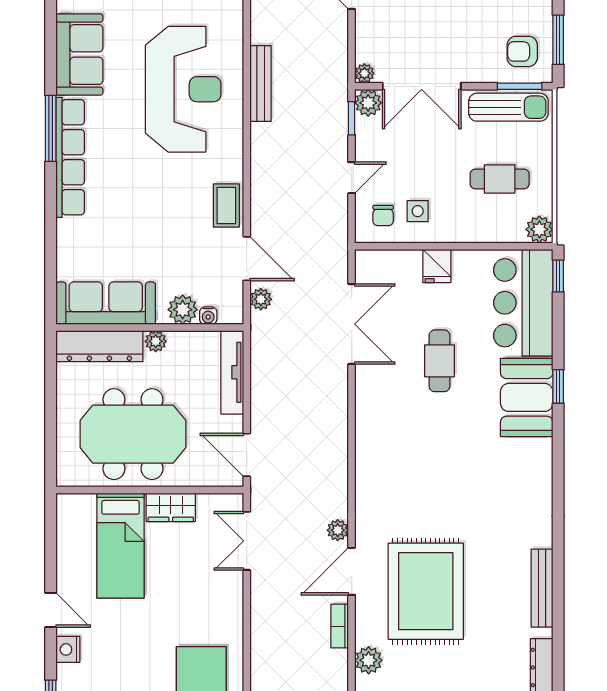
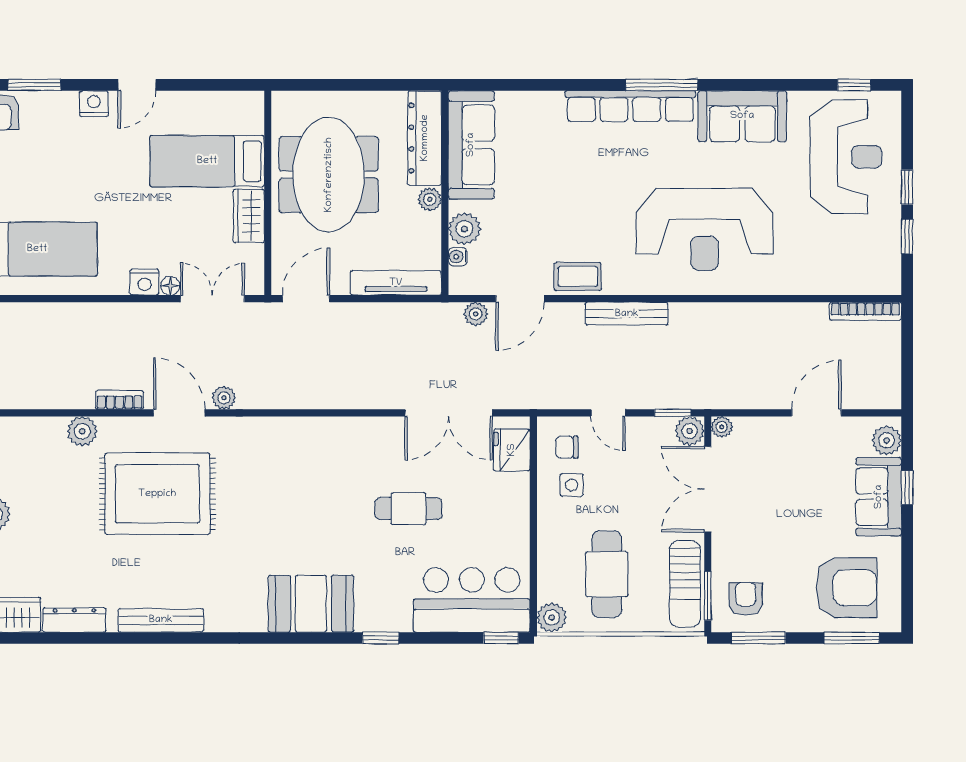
bench: (260, 83) -> (627, 314), moved
cafe table: (500, 179) -> (607, 574), width x1.37, depth x1.35
fridge: (437, 266) -> (512, 450), moved, width x1.38
booth: (527, 397) -> (311, 604), moved
floor lamp: (235, 579) -> (170, 286), added
nightstand: (232, 603) -> (144, 282), added

